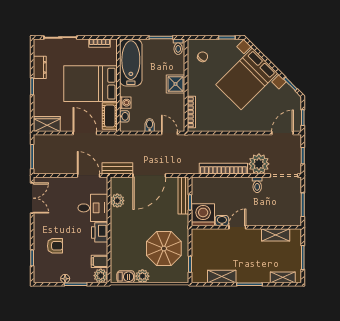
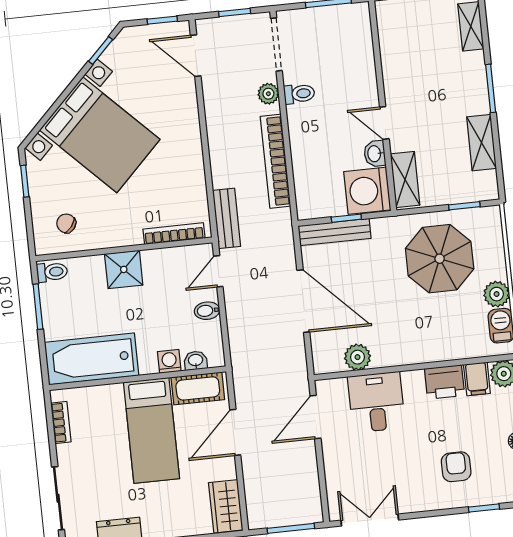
bed: (90, 84) -> (151, 430), width x0.67
plant: (259, 164) -> (268, 94), width x0.53, depth x0.53
bench: (117, 168) -> (227, 218), moved
printer: (100, 232) -> (444, 382), moved
shelving: (276, 235) -> (405, 180), moved

